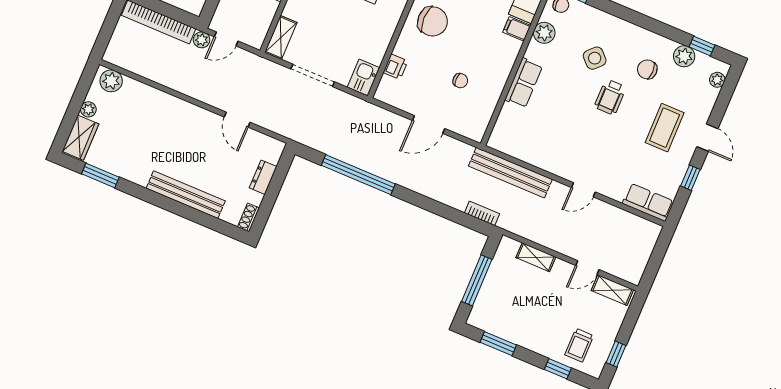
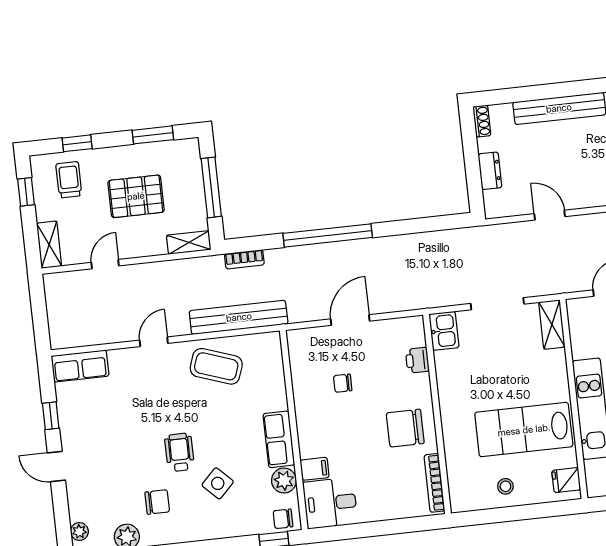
row of seats: (524, 83) -> (279, 439), moved
coffee table: (665, 128) -> (216, 366), moved, turned -71
window: (358, 175) -> (328, 235), moved
shelving: (536, 257) -> (189, 242), moved
shelving: (612, 290) -> (49, 245), moved, turned 90
pallet: (536, 305) -> (136, 196), added

